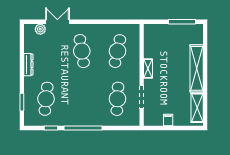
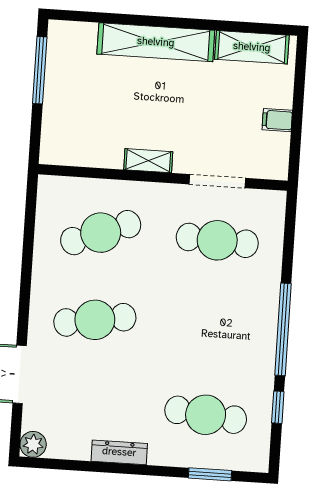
plant: (40, 29) -> (33, 444), moved
cafe table: (117, 51) -> (101, 233), turned -33

